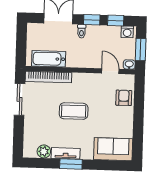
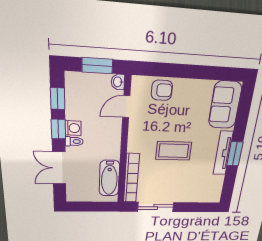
washing machine: (127, 32) -> (73, 128), moved
armchair: (124, 98) -> (162, 90), turned 180
coffee table: (74, 111) -> (174, 151), turned 90
plant: (44, 151) -> (216, 182), removed
tv unit: (66, 153) -> (223, 153), width x1.41

